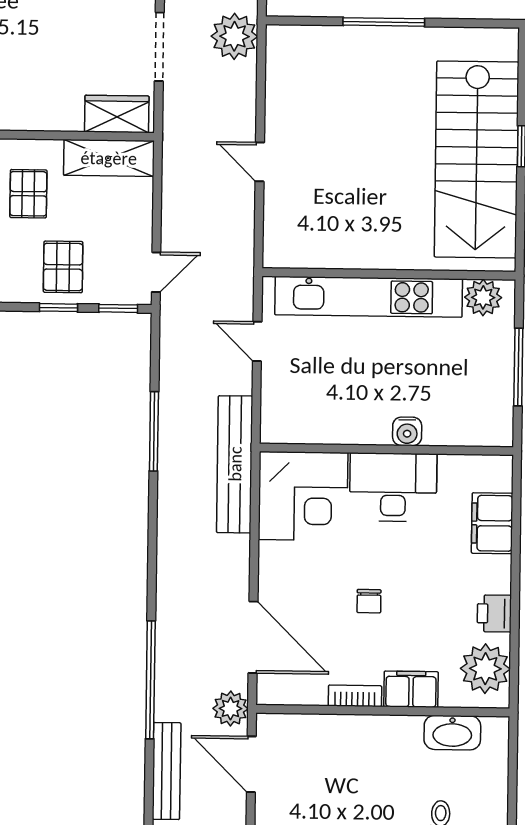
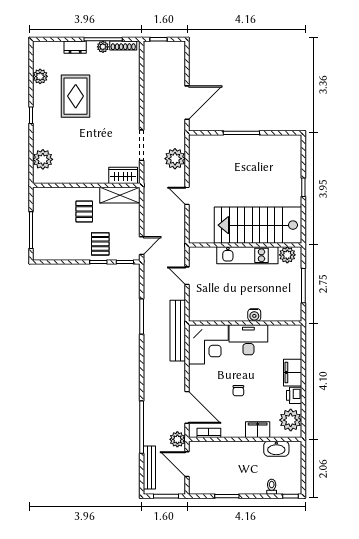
plant: (234, 36) -> (175, 159), moved
stairs: (476, 159) -> (258, 225), moved, turned 90
kitchen unit: (369, 297) -> (247, 255), width x0.73
filing cabinet: (492, 523) -> (293, 373), moved
bookcase: (355, 696) -> (209, 433), moved

